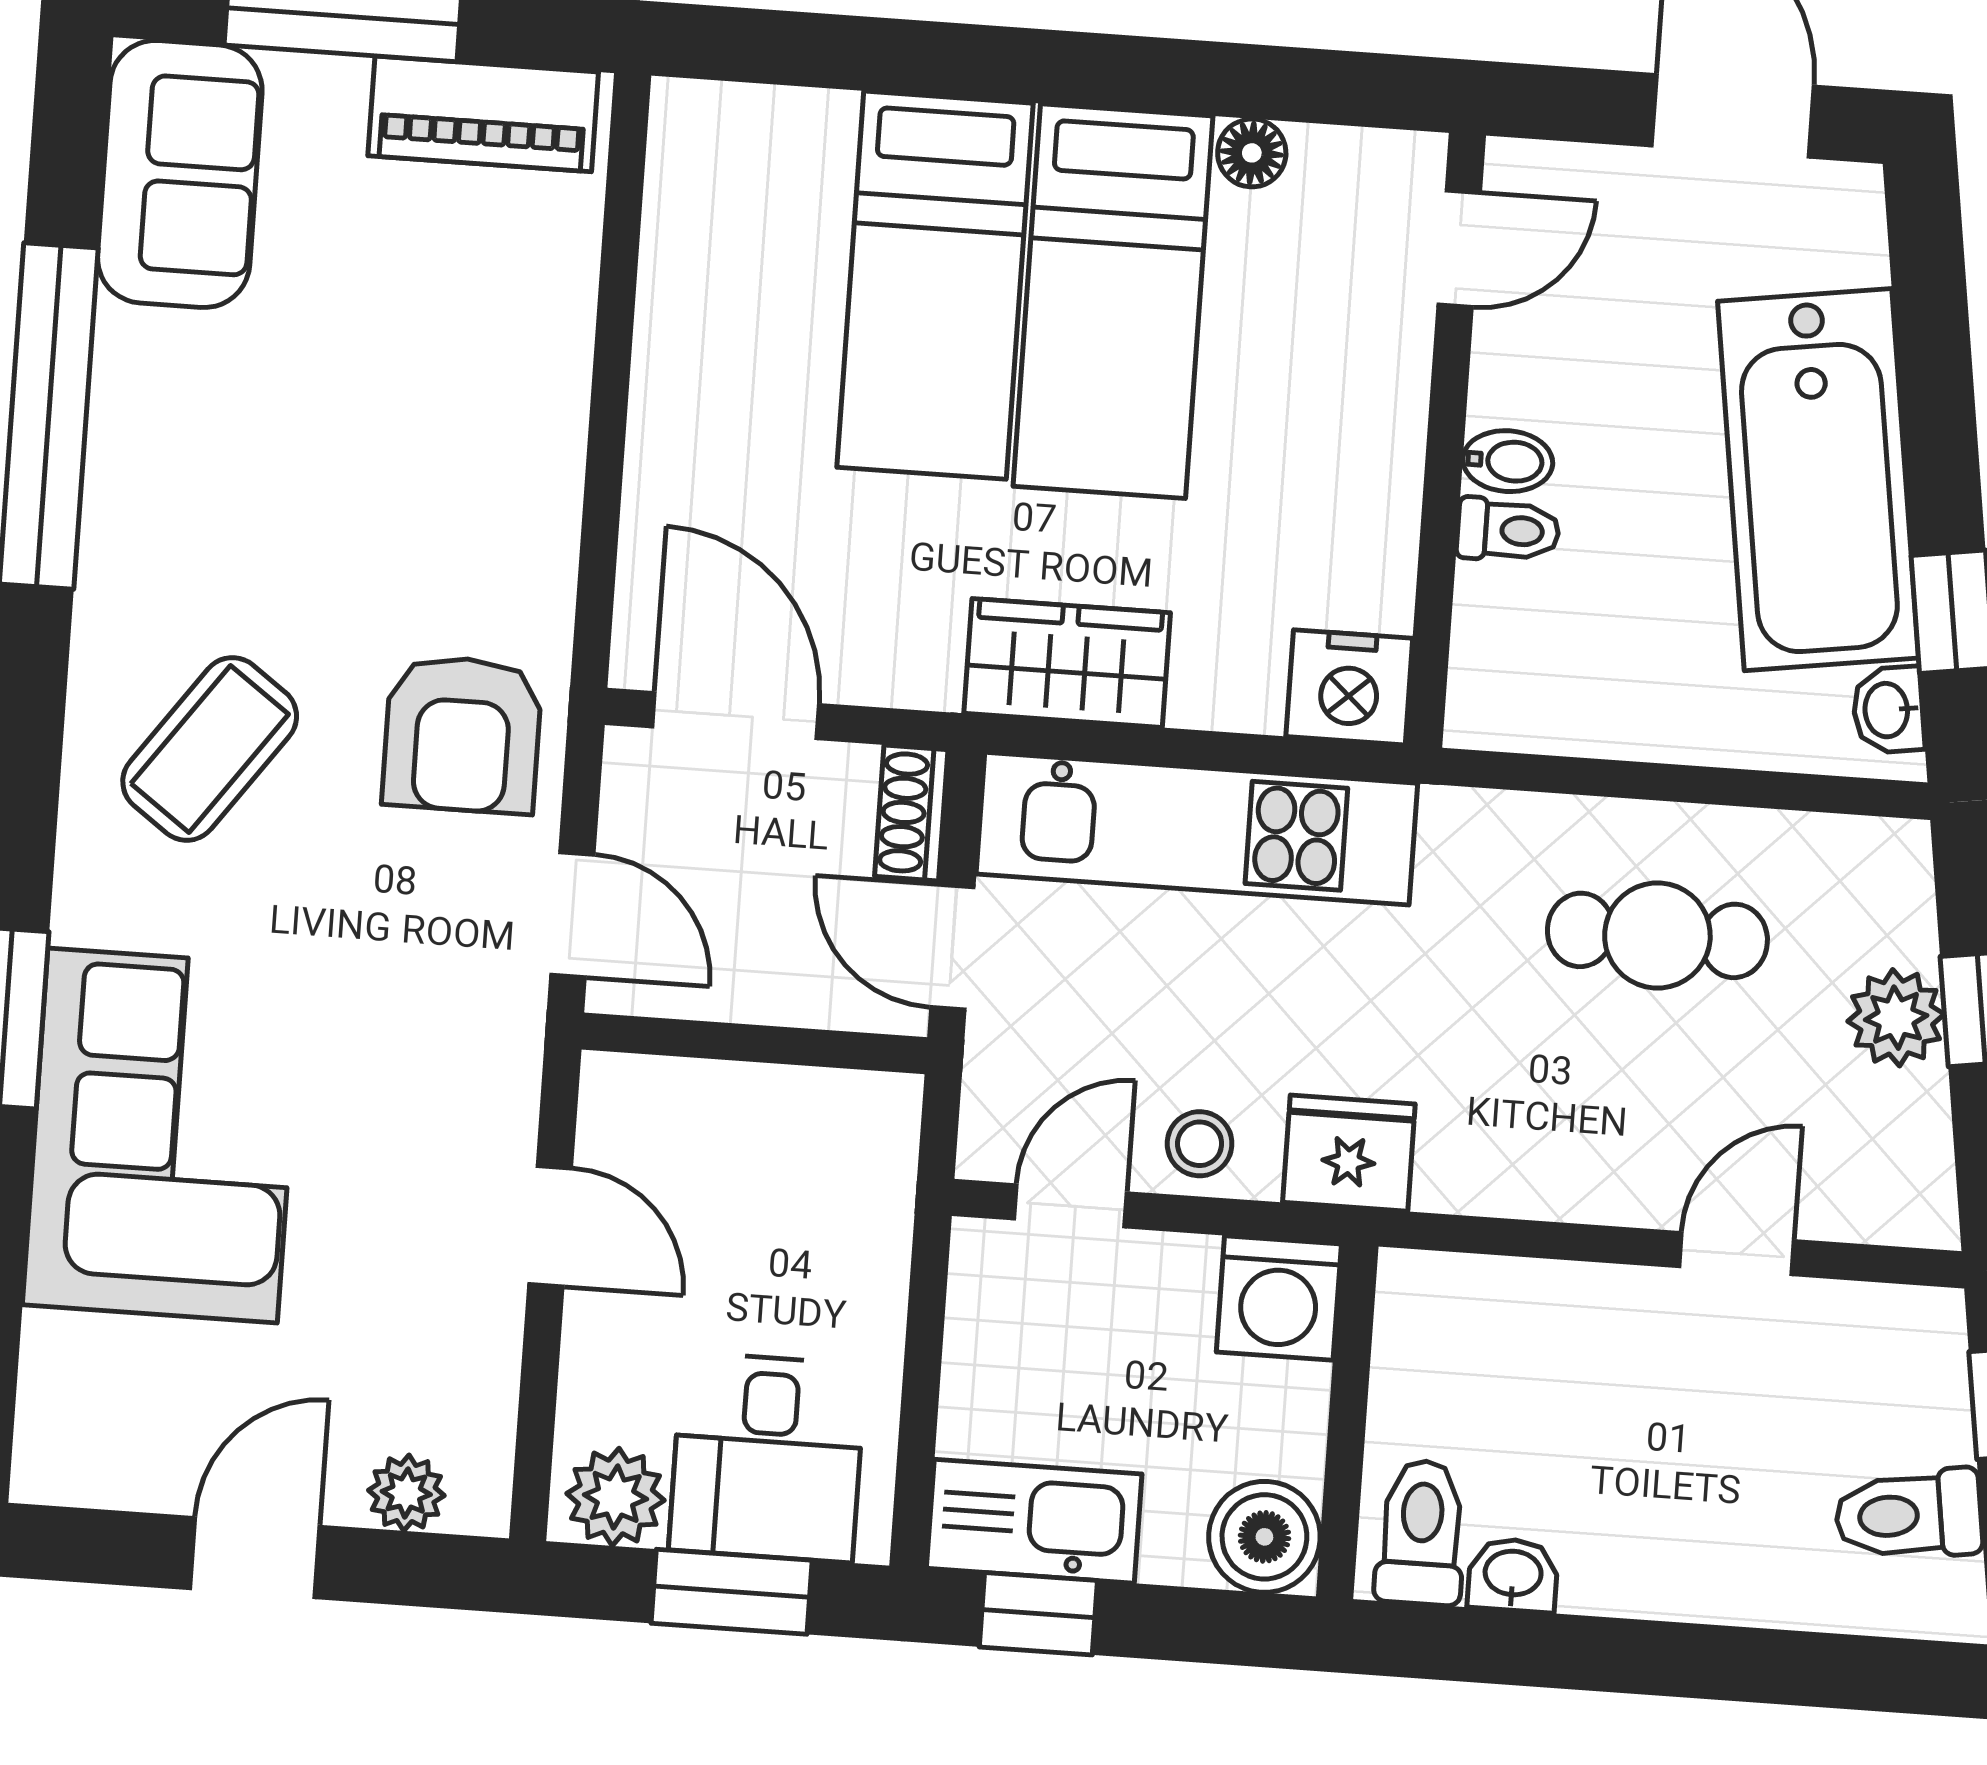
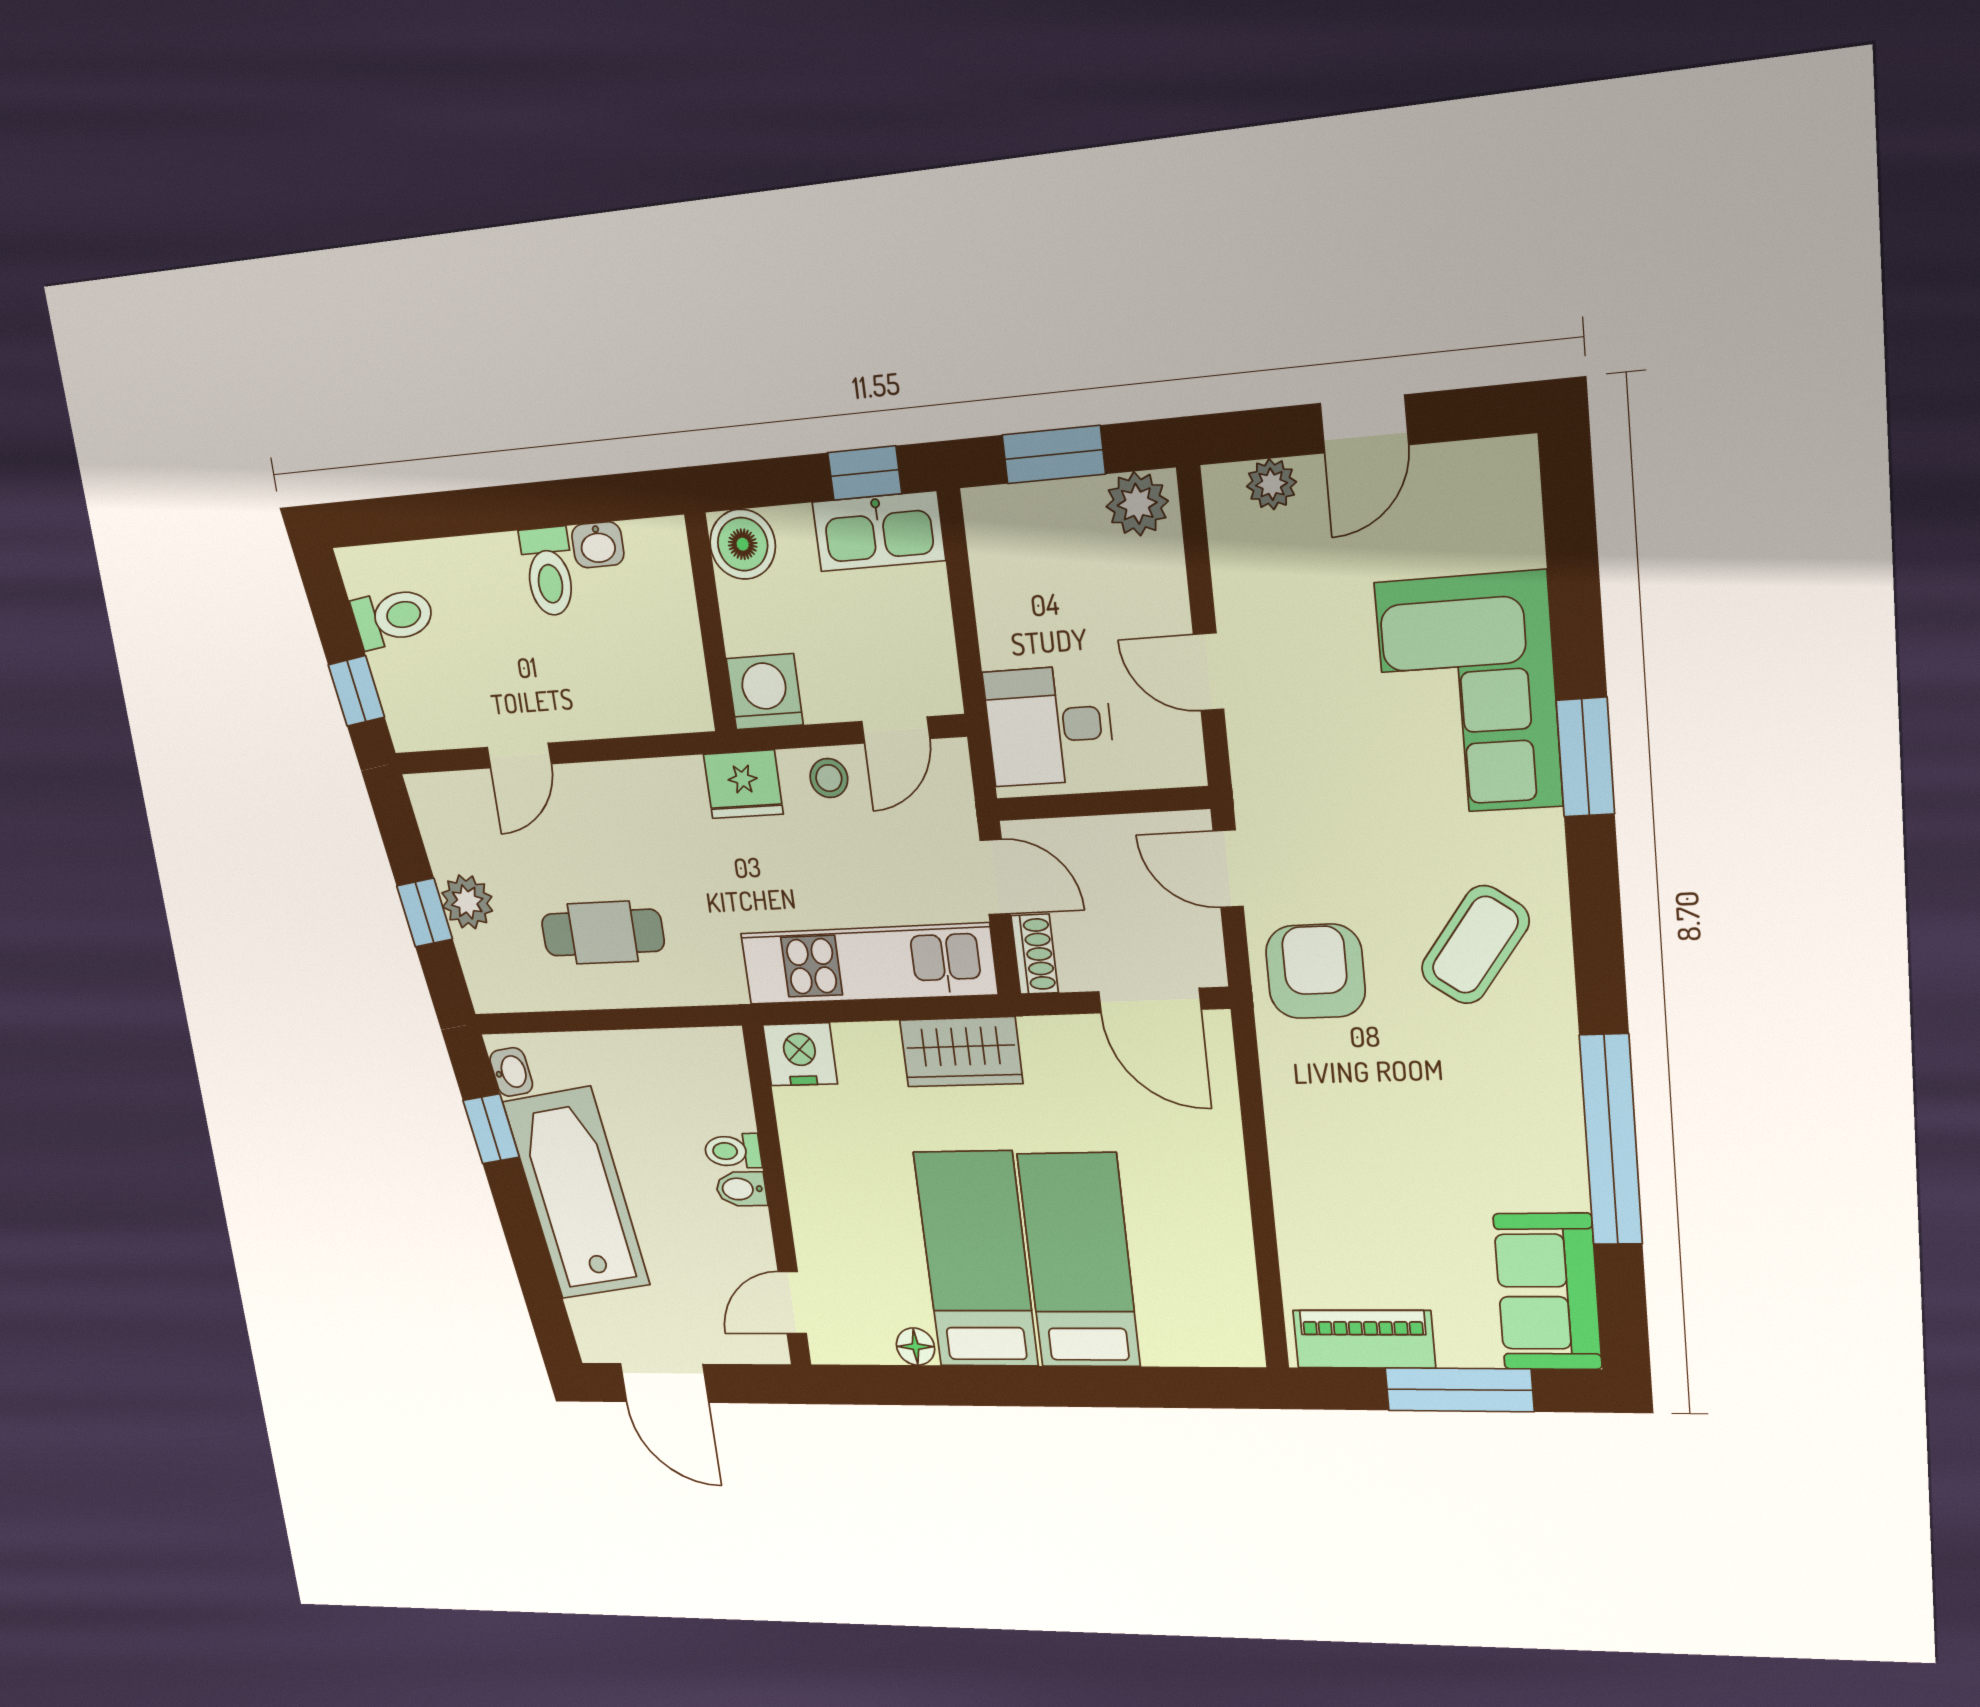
desk: (767, 1457) -> (1049, 726), moved, turned -90
toilet: (1421, 1532) -> (549, 572), moved

